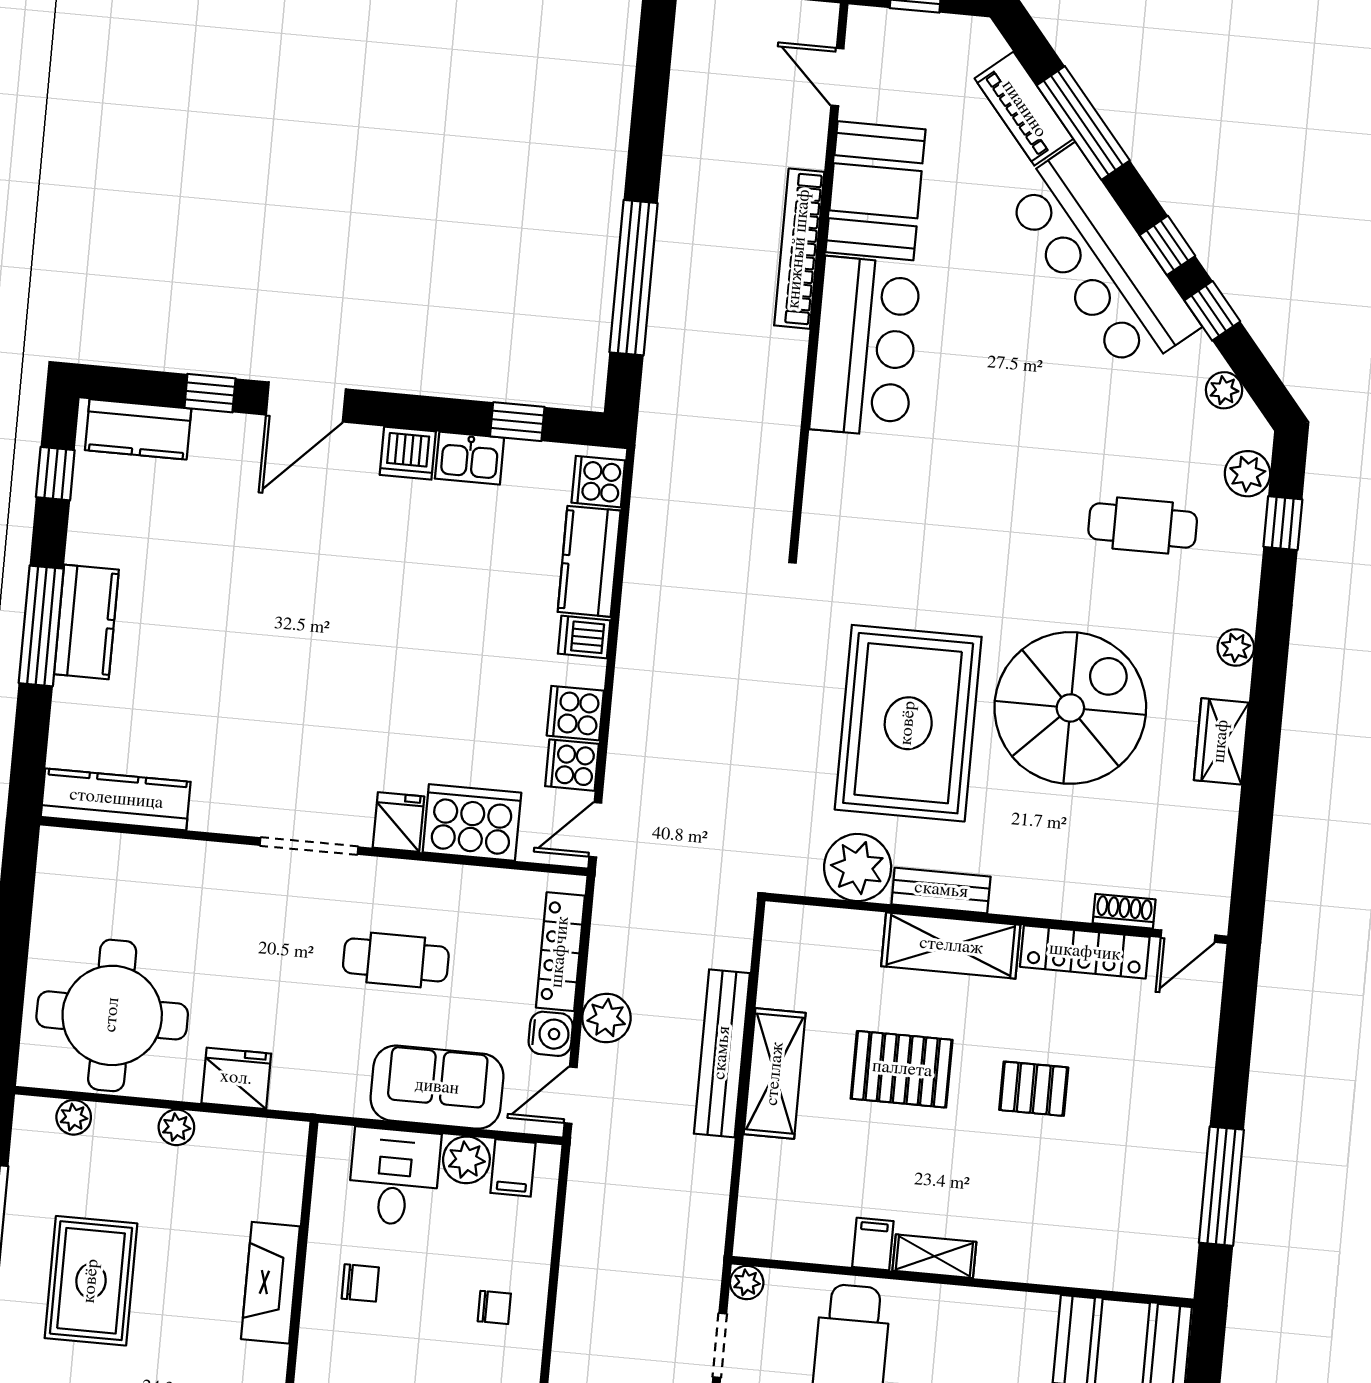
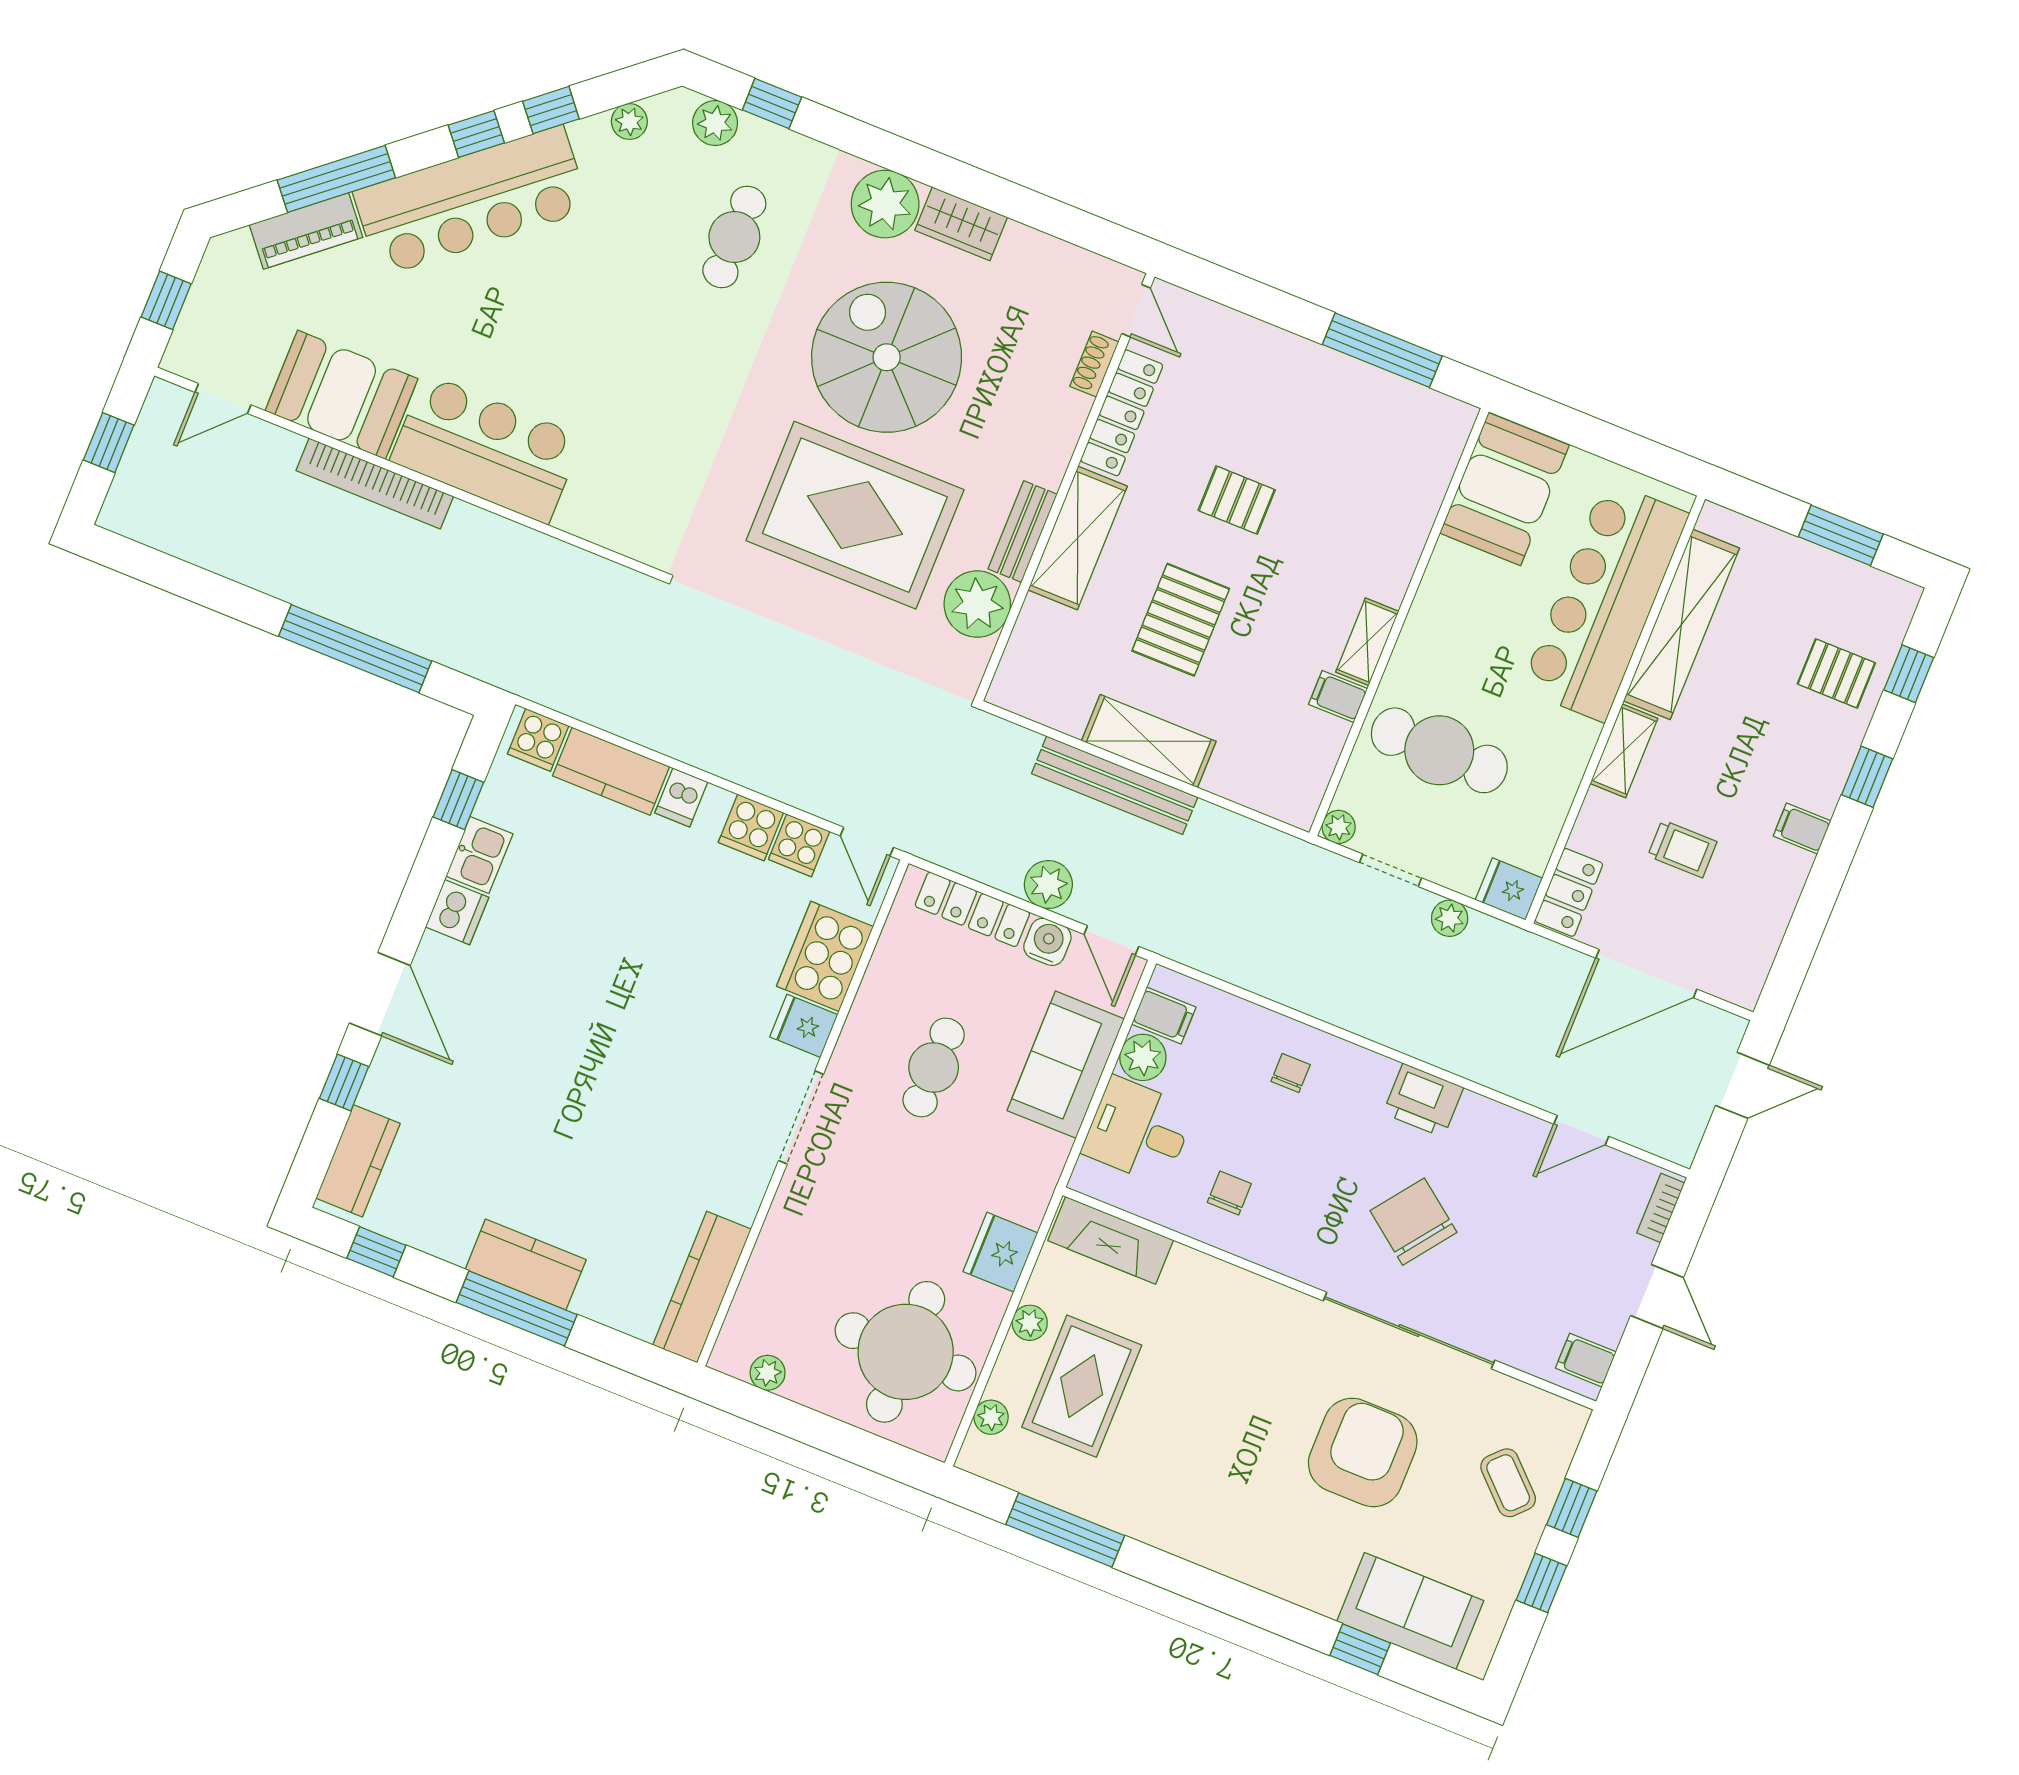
plant: (1236, 648) -> (885, 204), width x1.88, depth x1.88
plant: (52, 888) -> (768, 1373), added
pallet: (1034, 1089) -> (1237, 500), turned 90
rug: (91, 1281) -> (1082, 1386), moved, turned 90
fireplace: (270, 1283) -> (1111, 1240), moved

